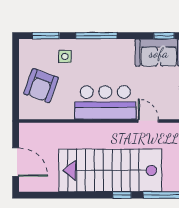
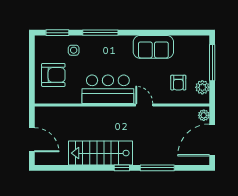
window: (164, 36) -> (158, 33), removed
armchair: (41, 86) -> (53, 75), turned -110
stairs: (110, 170) -> (100, 153), width x0.73, depth x0.66

